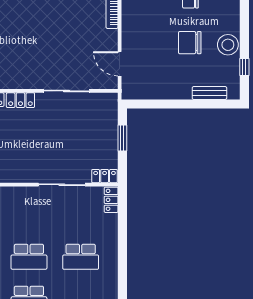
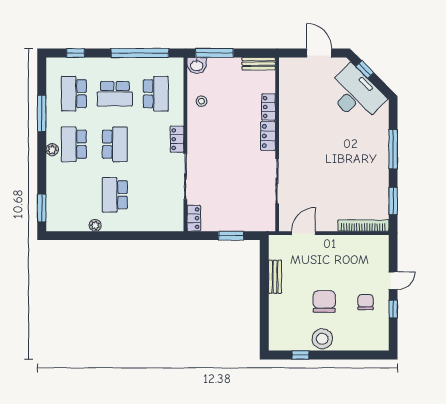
bench: (209, 93) -> (275, 277), moved
locker: (111, 200) -> (177, 139), moved, turned -90
school desk: (29, 257) -> (115, 144), turned 180
plant: (112, 277) -> (95, 225), added

